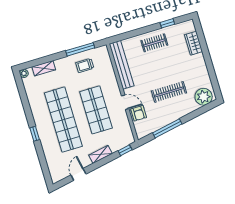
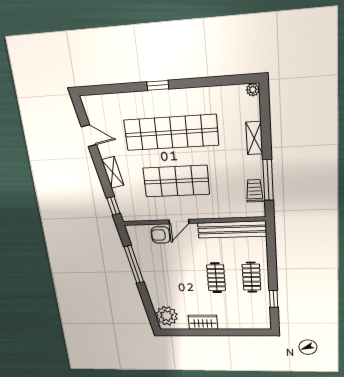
wardrobe: (193, 43) -> (203, 322), moved
trolley: (85, 65) -> (254, 191), moved
shelving: (44, 68) -> (254, 138), moved
clothes rail: (169, 92) -> (216, 278), moved, width x0.73

